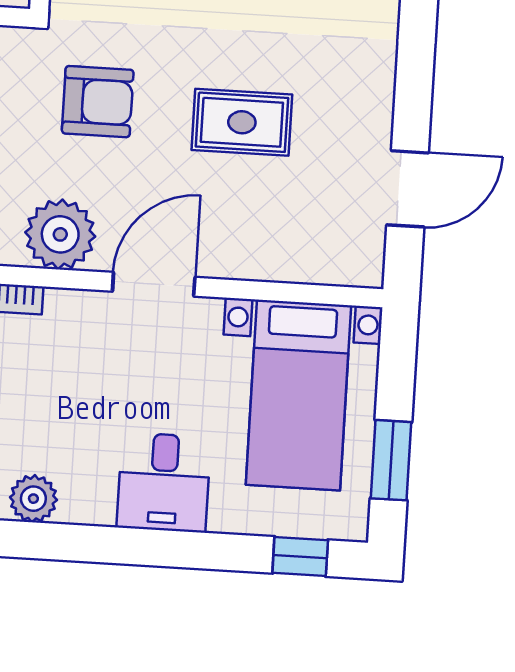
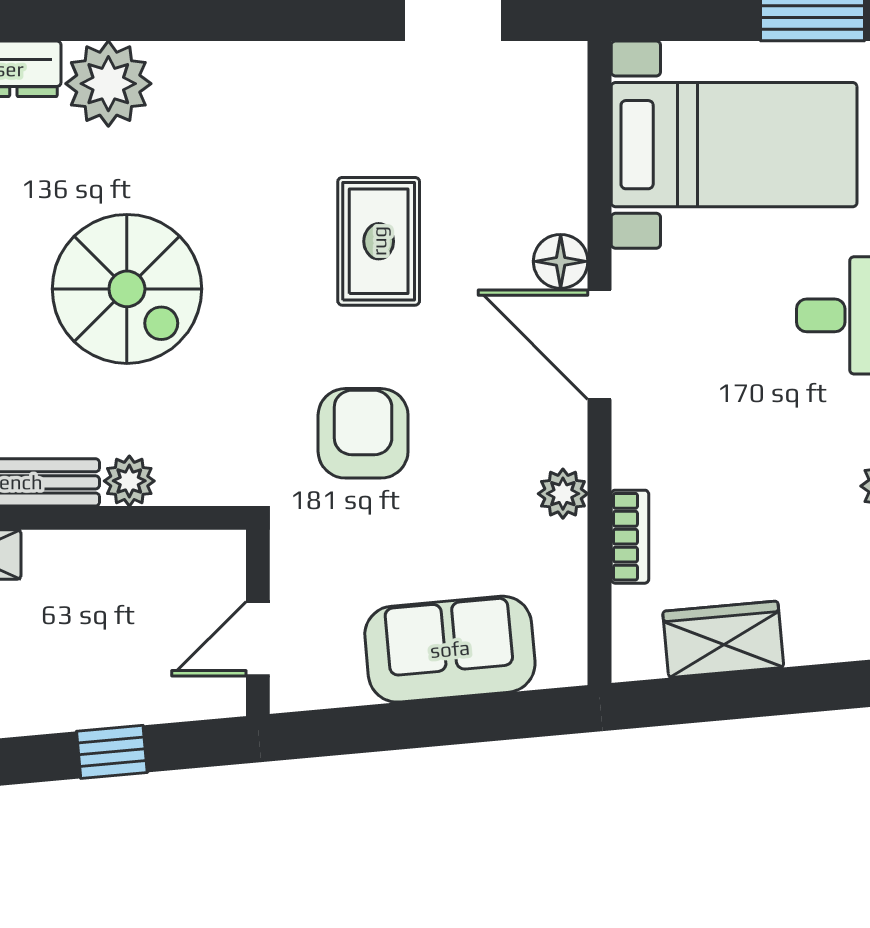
plant: (60, 234) -> (563, 494), width x0.53, depth x0.53
floor lamp: (218, 259) -> (561, 261), added

